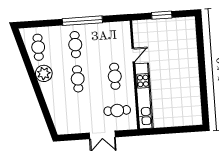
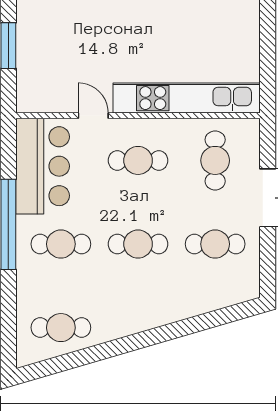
bar counter: (109, 34) -> (43, 166), added
plant: (44, 73) -> (121, 319), removed
cafe table: (80, 113) -> (215, 244), added

